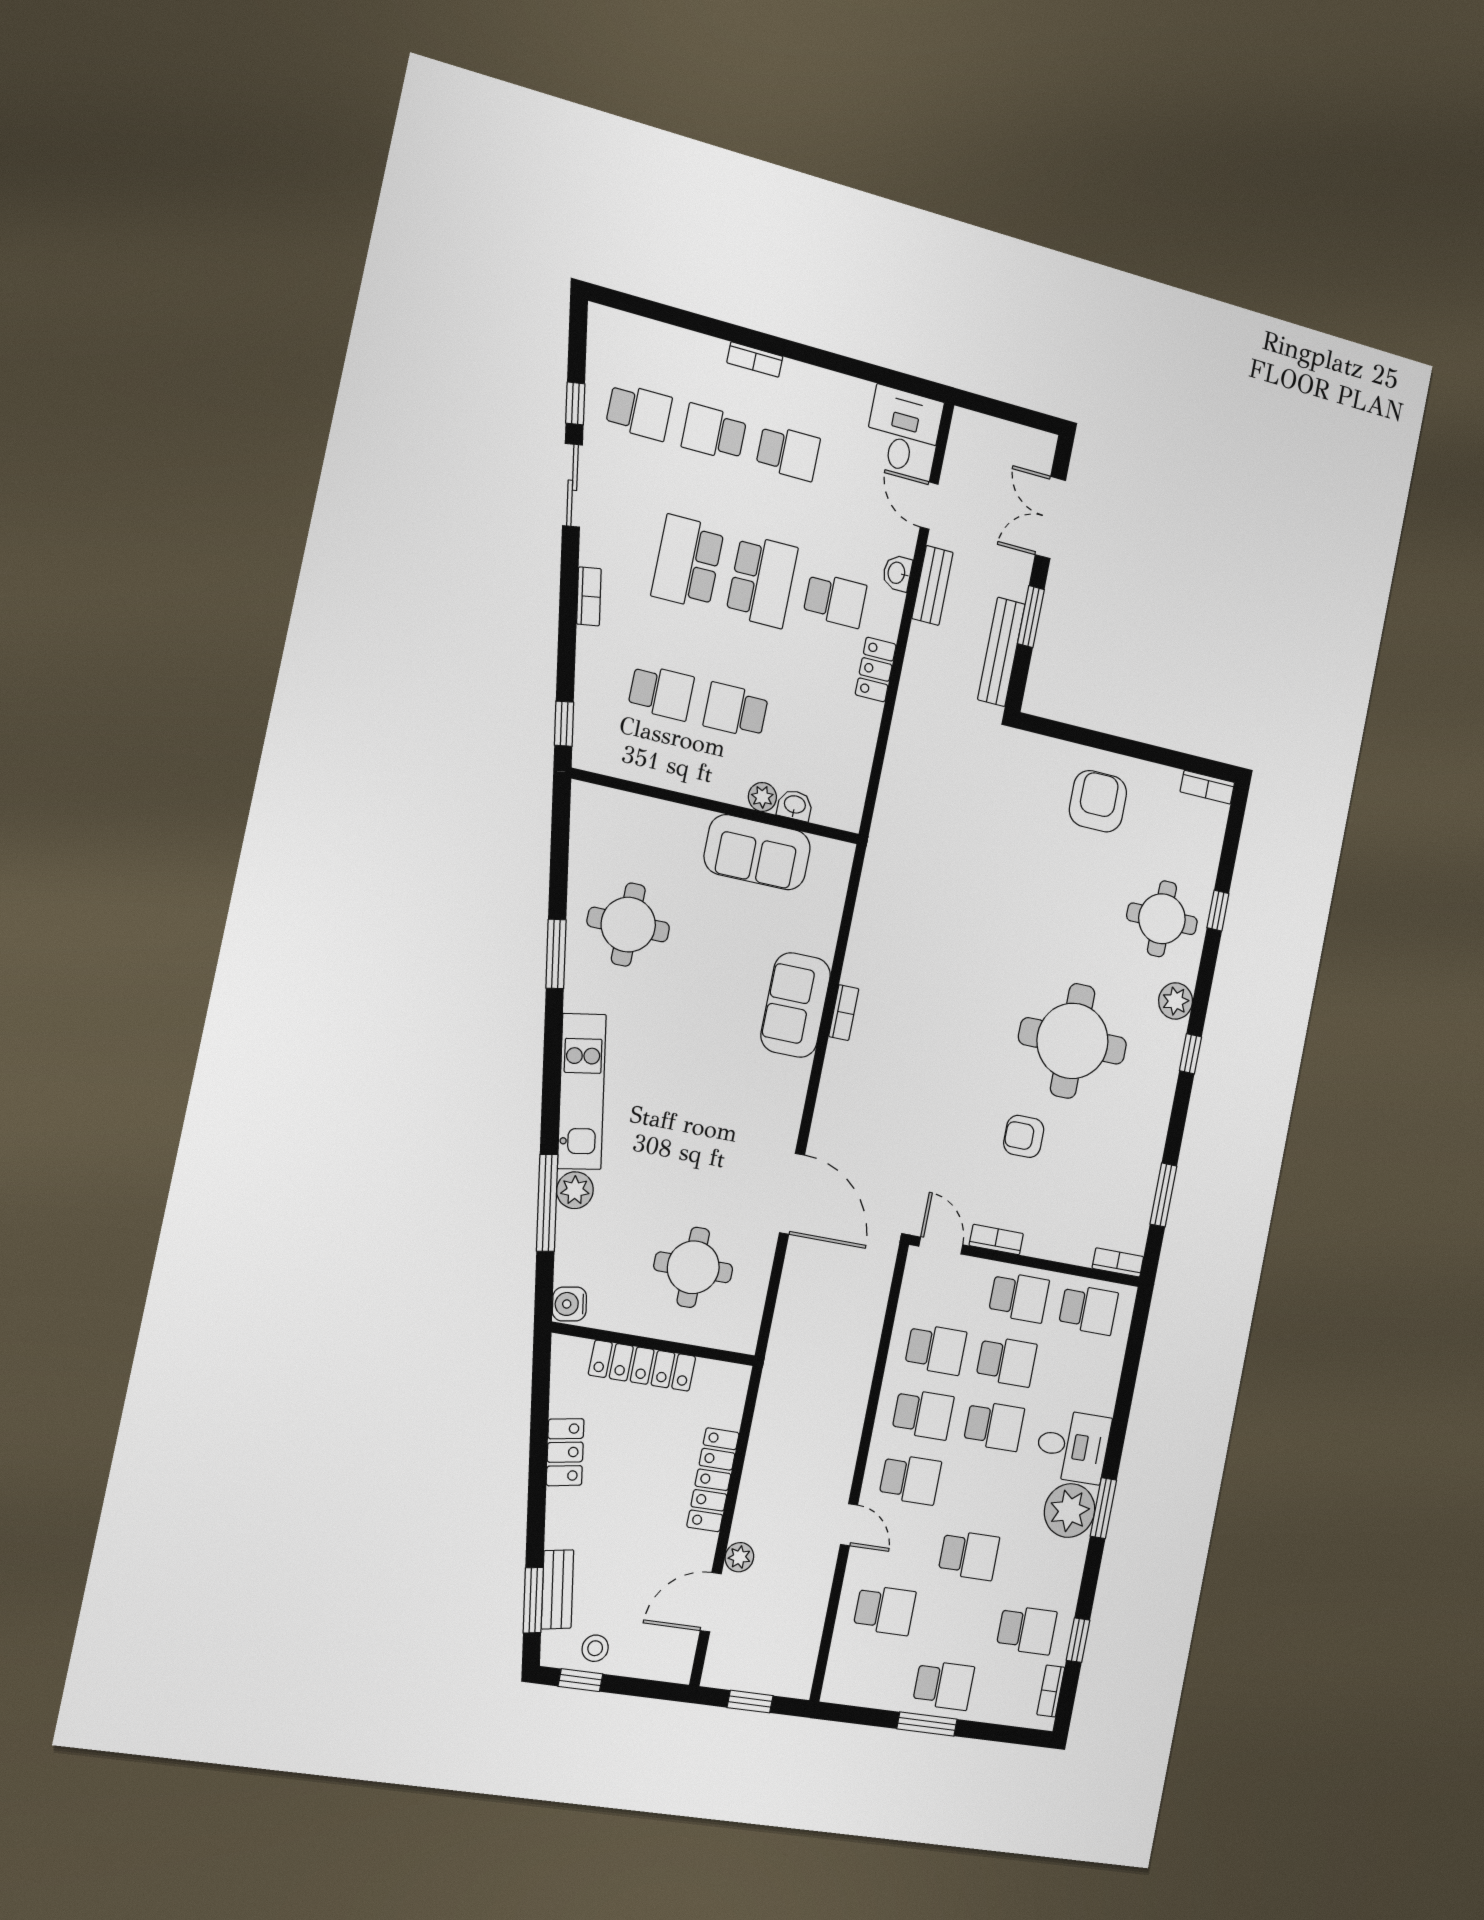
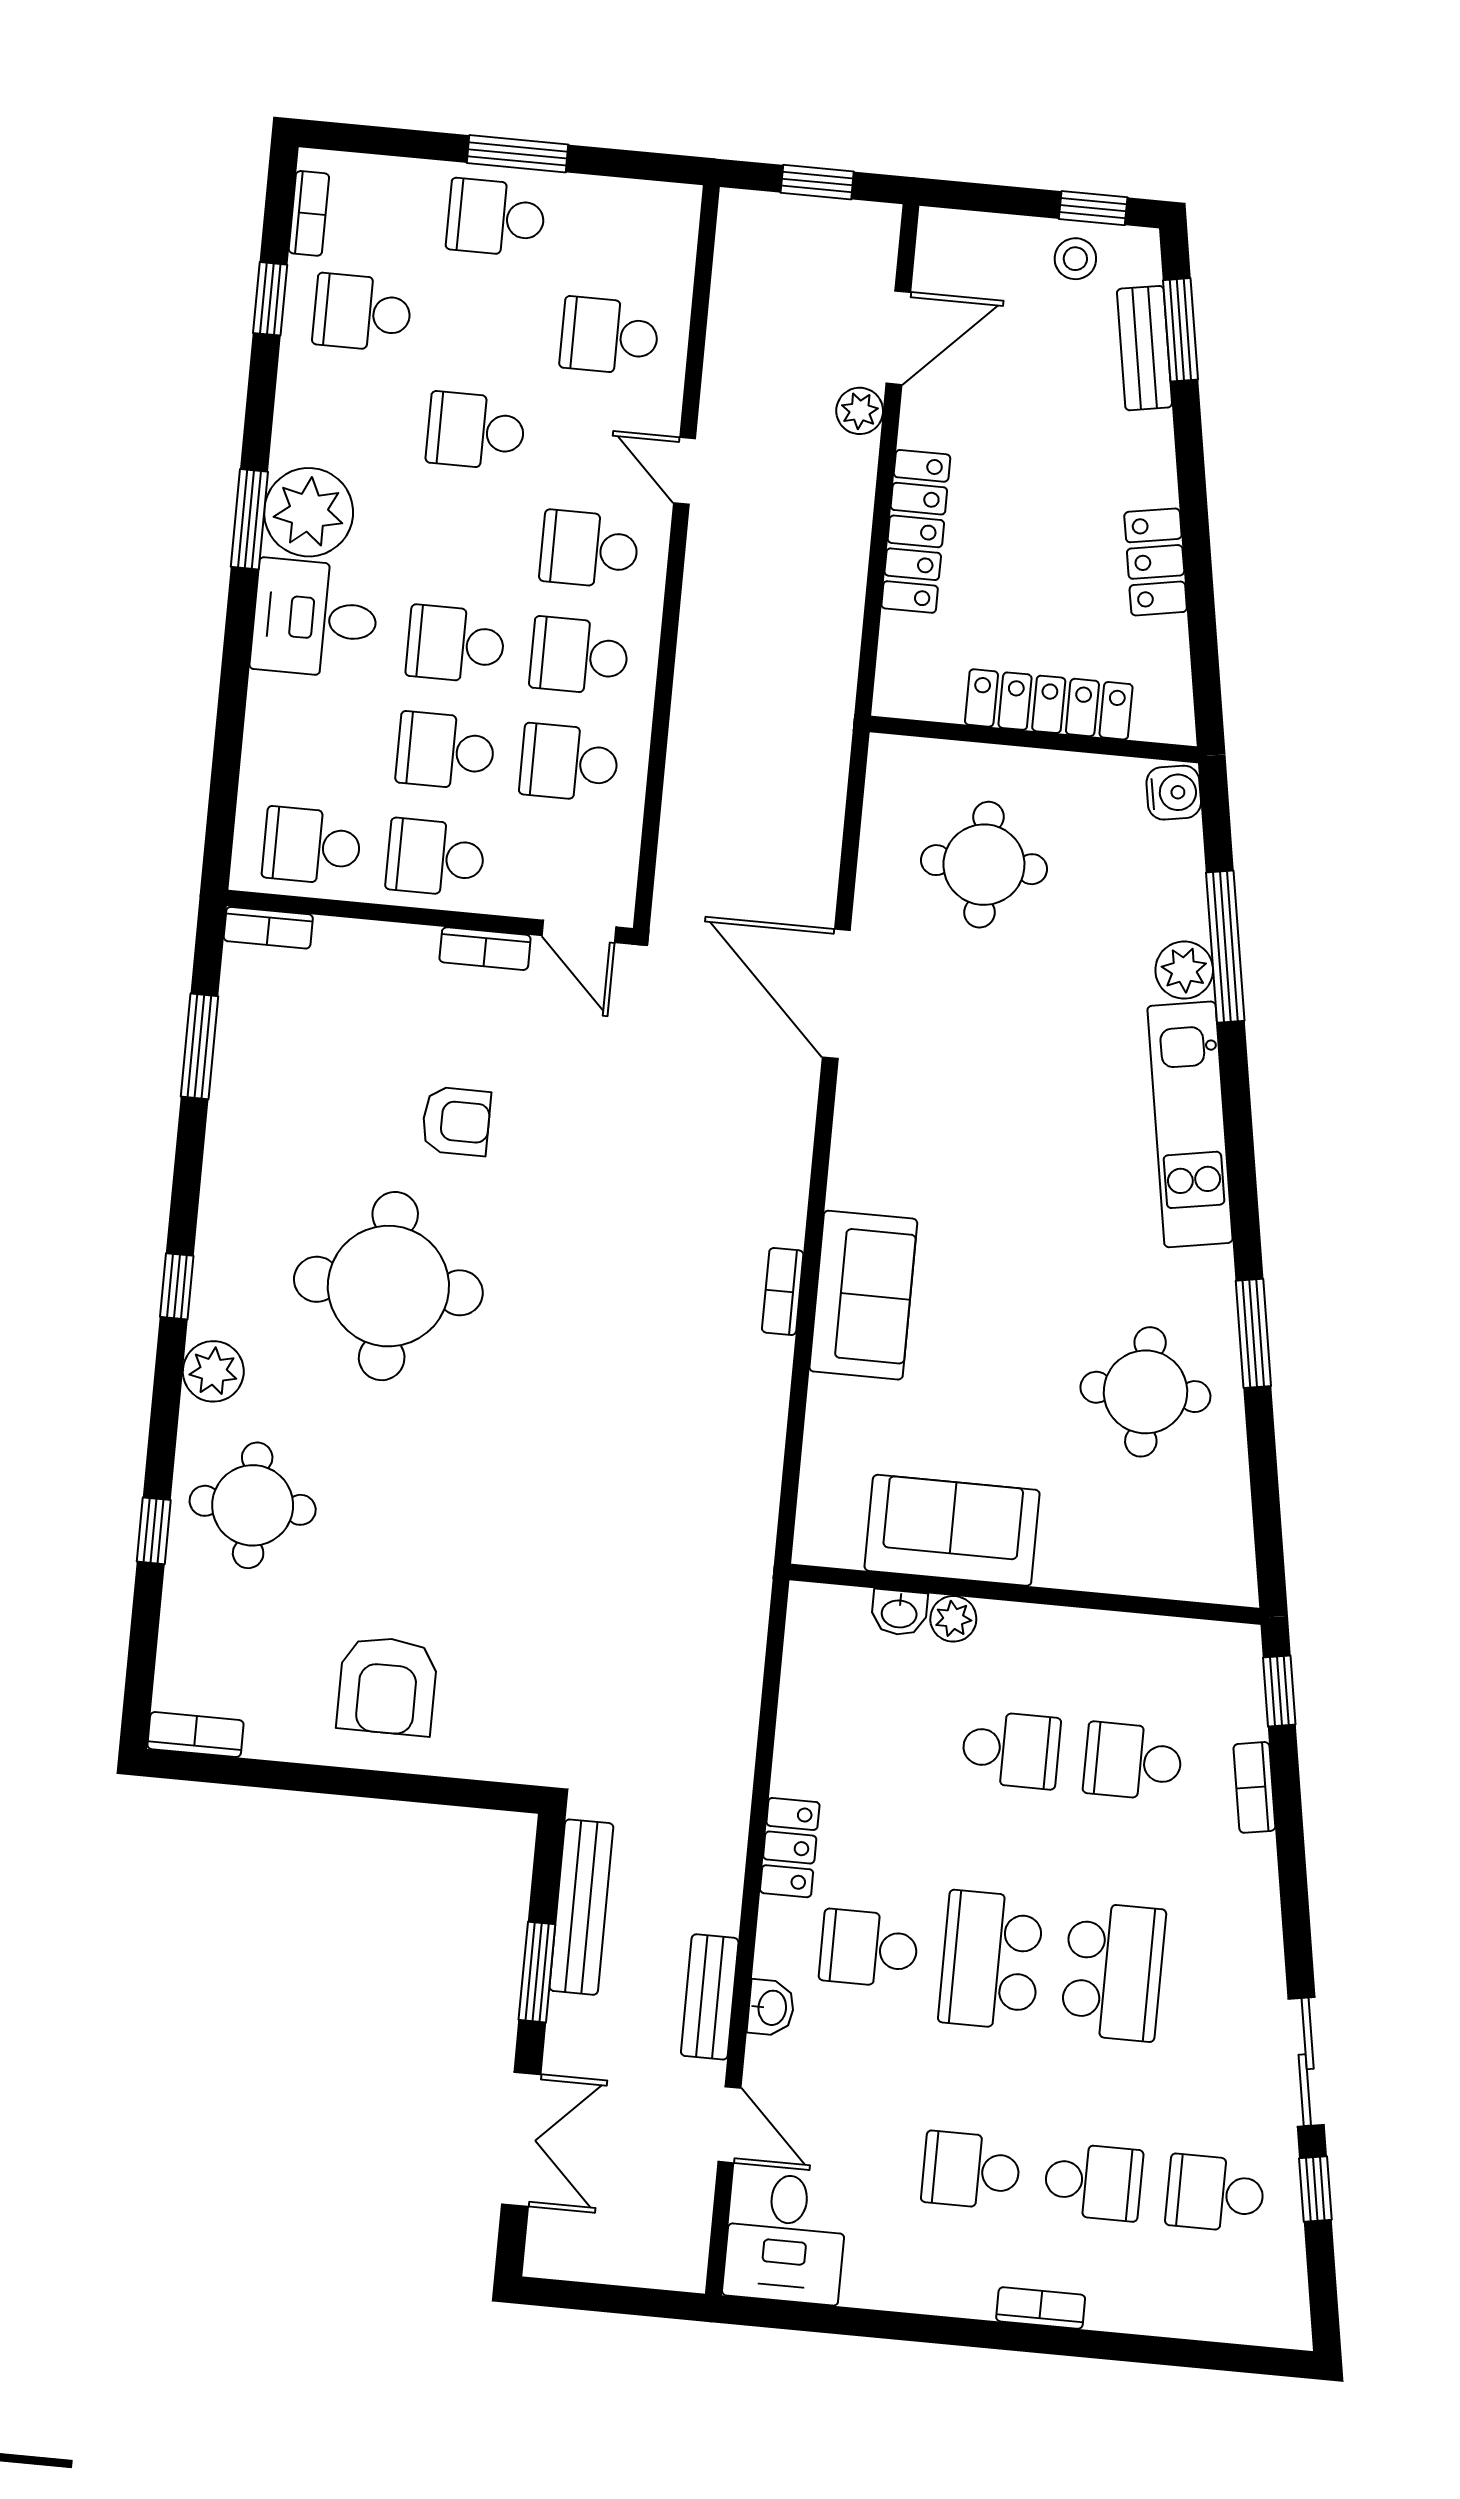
bookcase: (589, 596) -> (1254, 1787), moved

